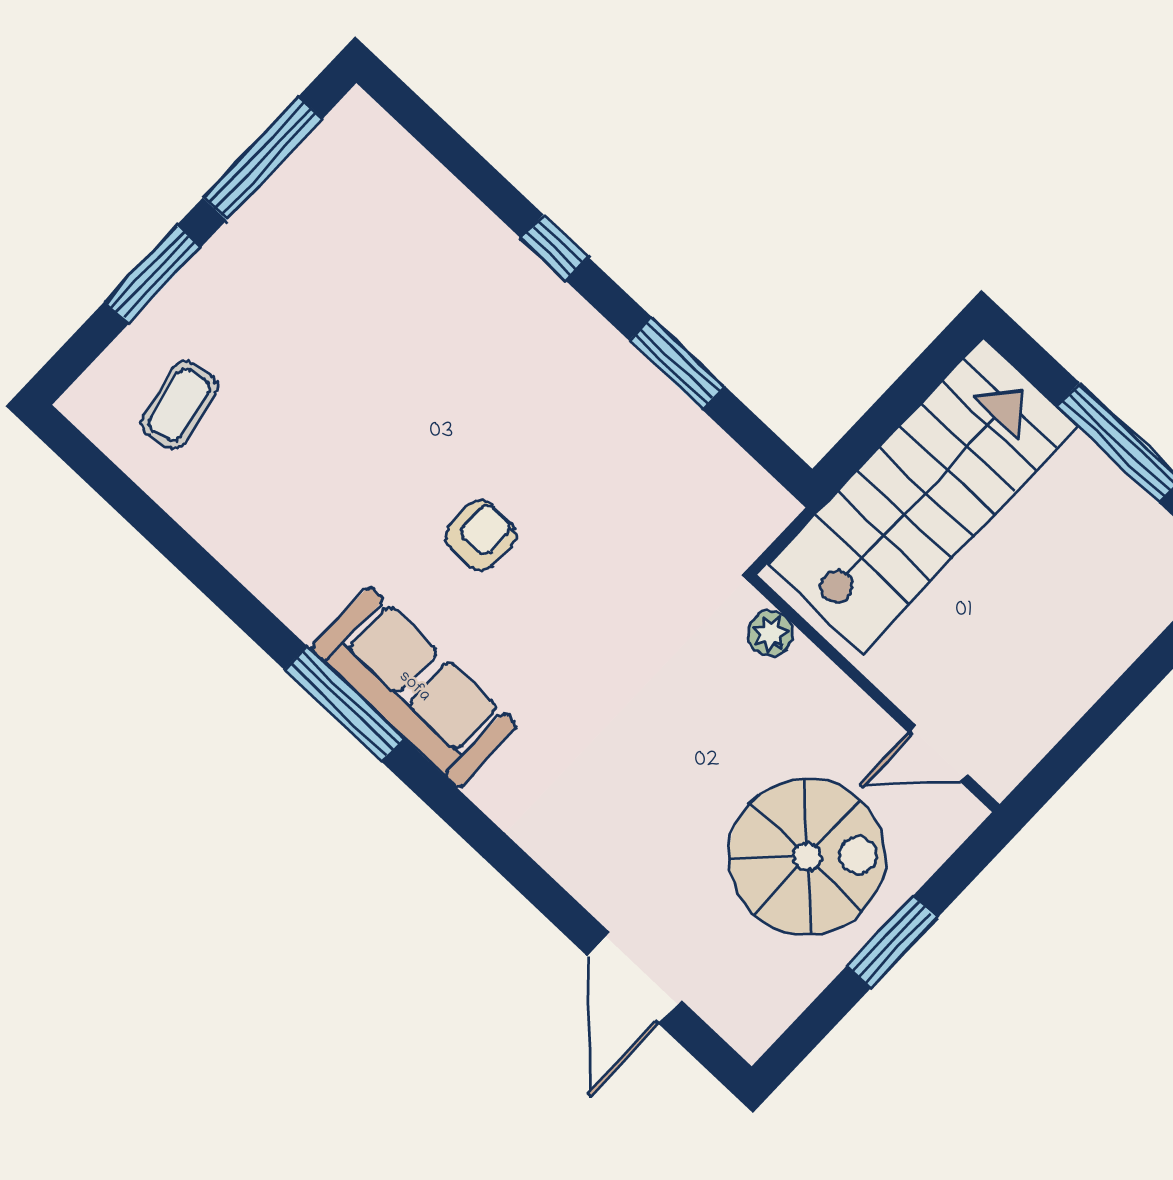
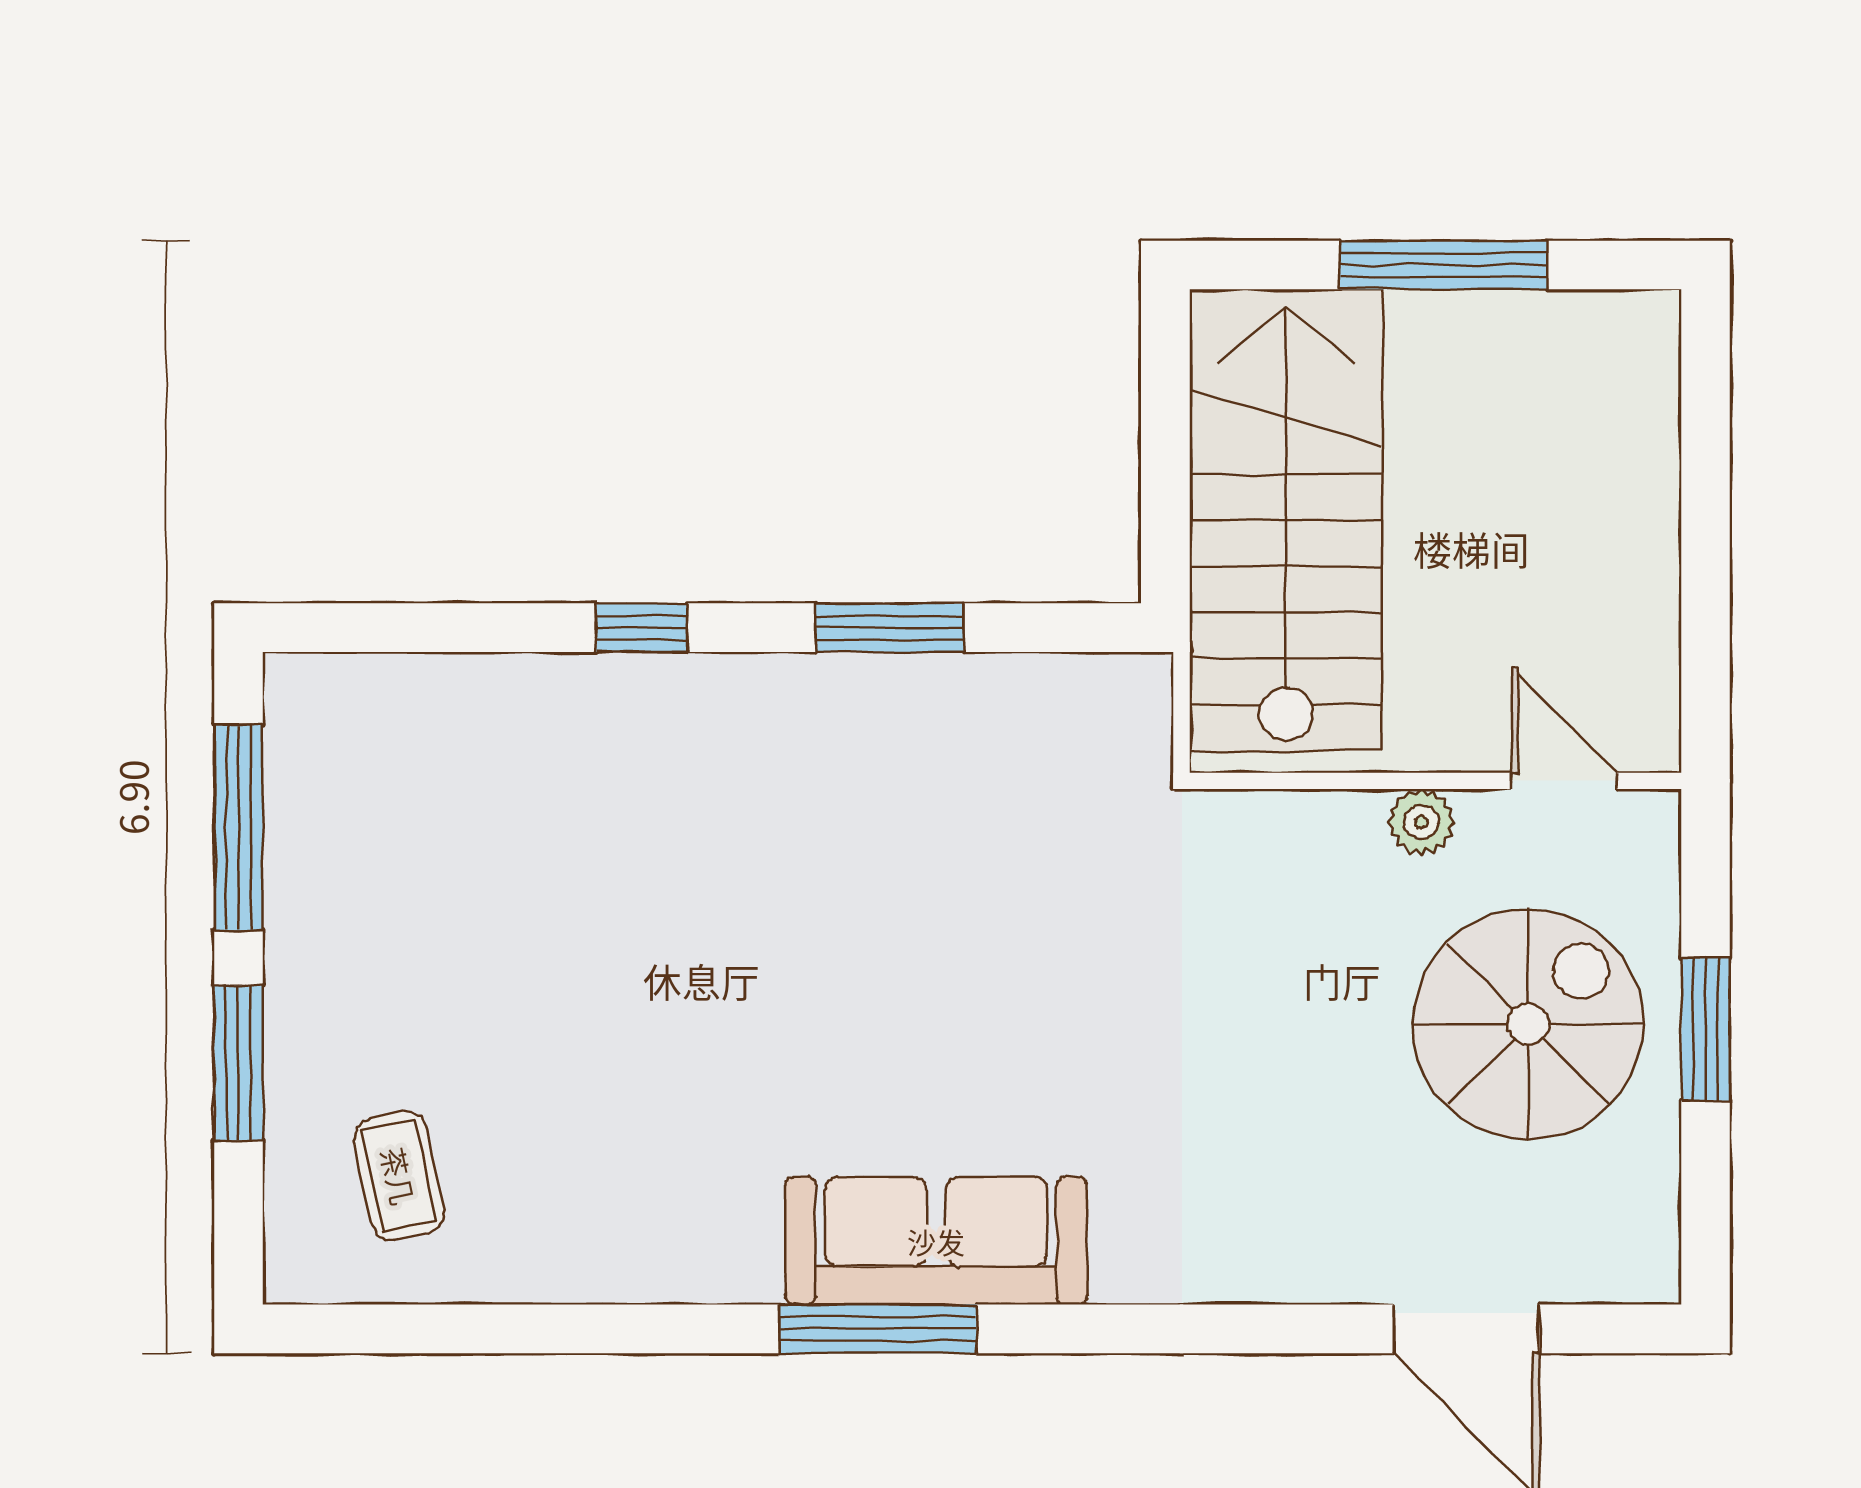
armchair: (481, 535) -> (854, 1010), removed
plant: (771, 633) -> (1421, 822), moved
door: (938, 753) -> (1564, 781), swing flipped

